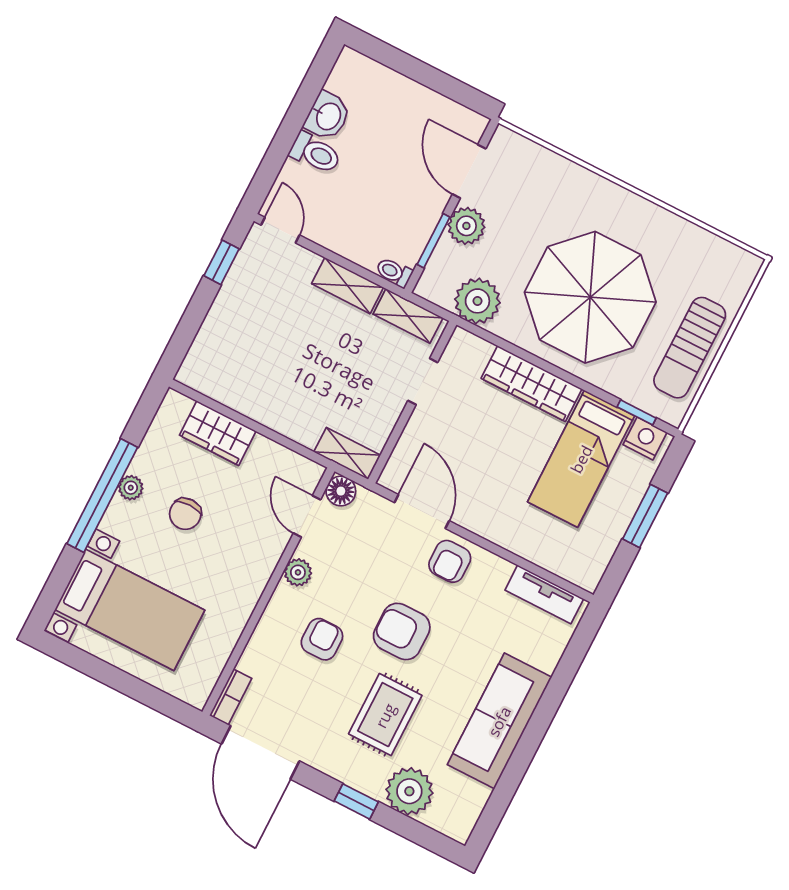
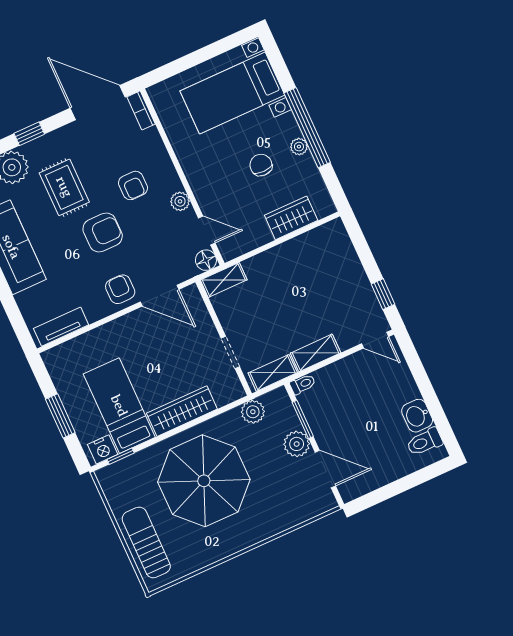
toilet: (315, 153) -> (425, 442), moved
plant: (477, 301) -> (253, 412), width x0.73, depth x0.73
sun lounger: (690, 348) -> (146, 542), moved

